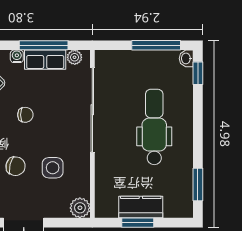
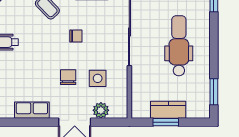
chair: (16, 166) -> (68, 77), turned -104
plant: (80, 208) -> (101, 110), moved

